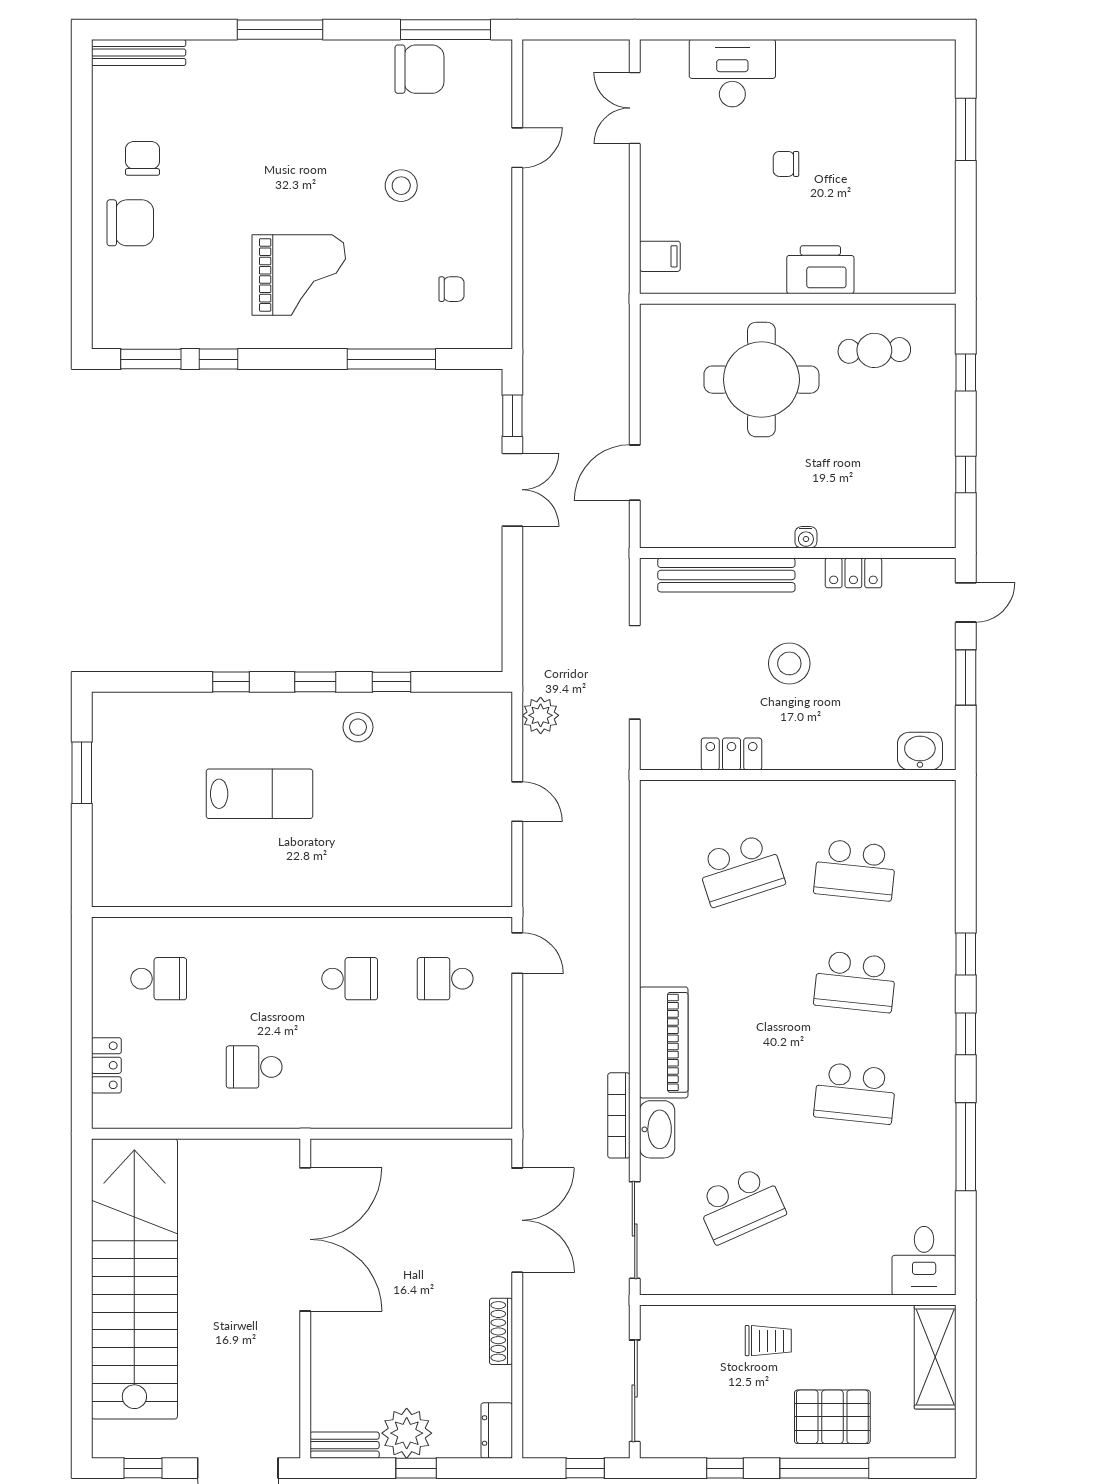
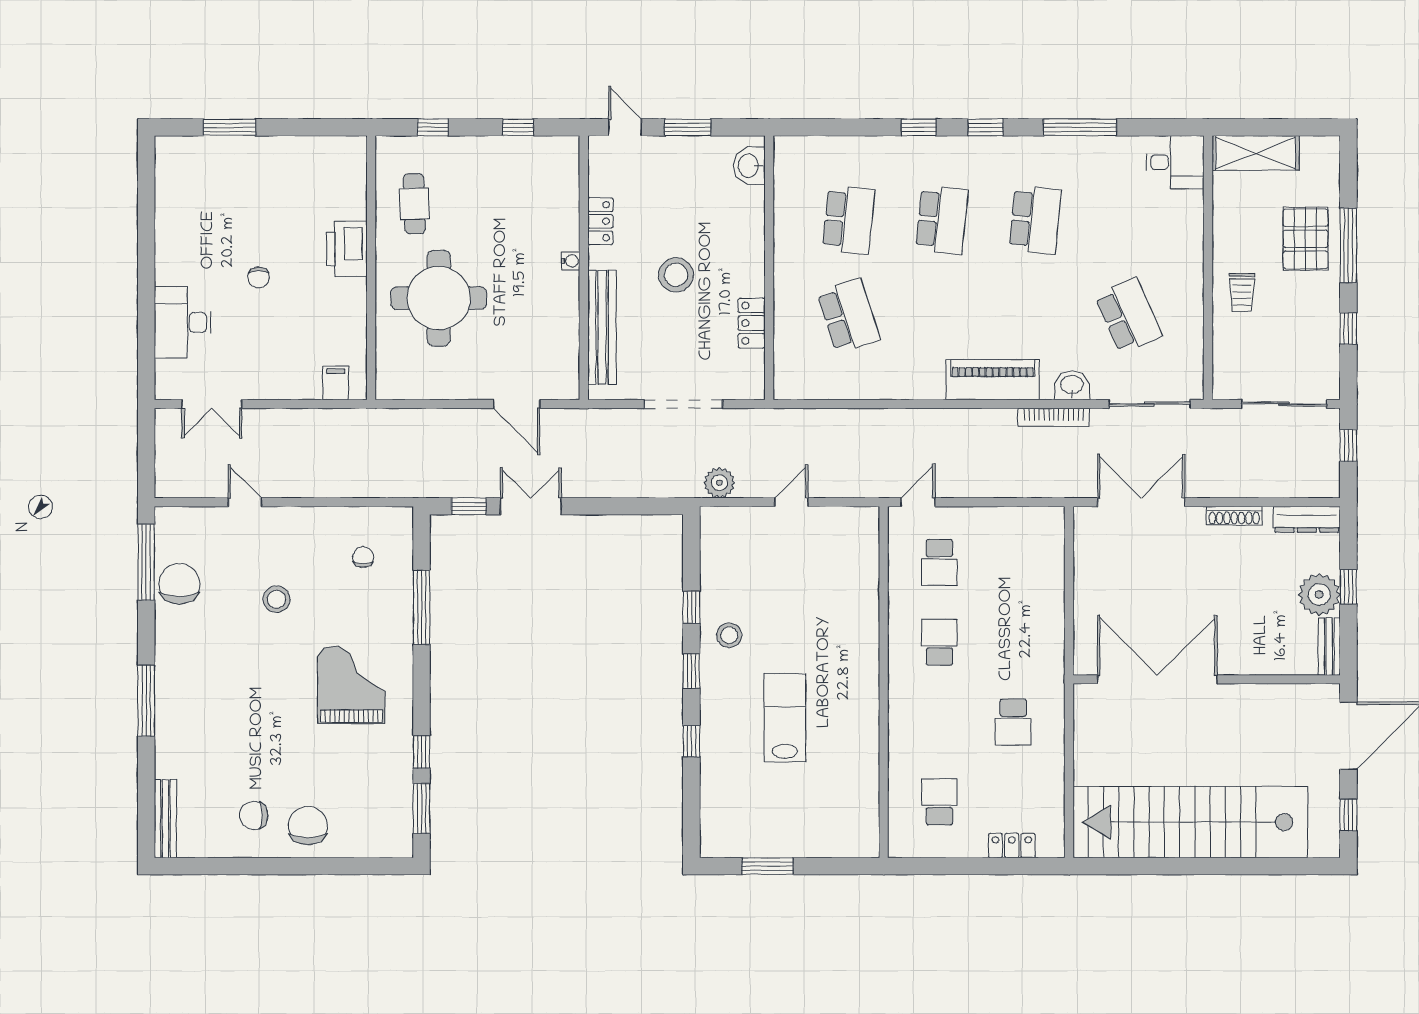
washbasin: (657, 1129) -> (1072, 385), width x0.72
trolley: (768, 1341) -> (1242, 292), turned 180
dresser: (497, 1431) -> (1307, 519), width x1.44

